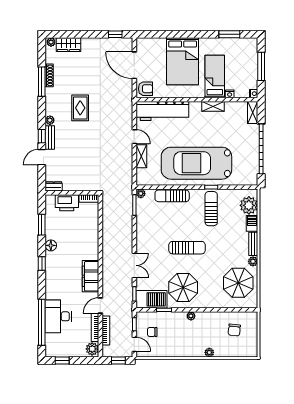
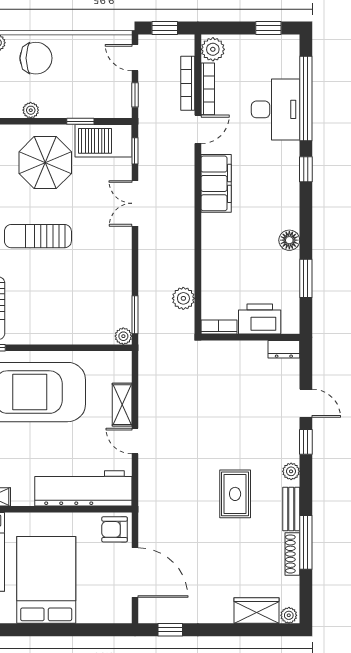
bench: (50, 138) -> (291, 509), moved
door: (42, 157) -> (306, 403), hinge flipped
sun lounger: (172, 196) -> (66, 332), removed
plant: (108, 214) -> (183, 298), added
window: (42, 264) -> (306, 169), moved
chair: (152, 332) -> (36, 58), moved, width x1.87, depth x1.87

